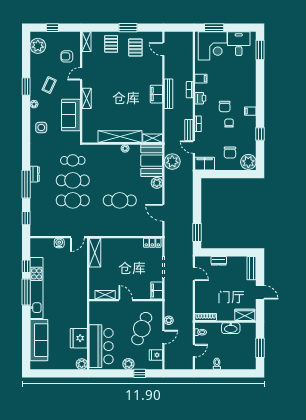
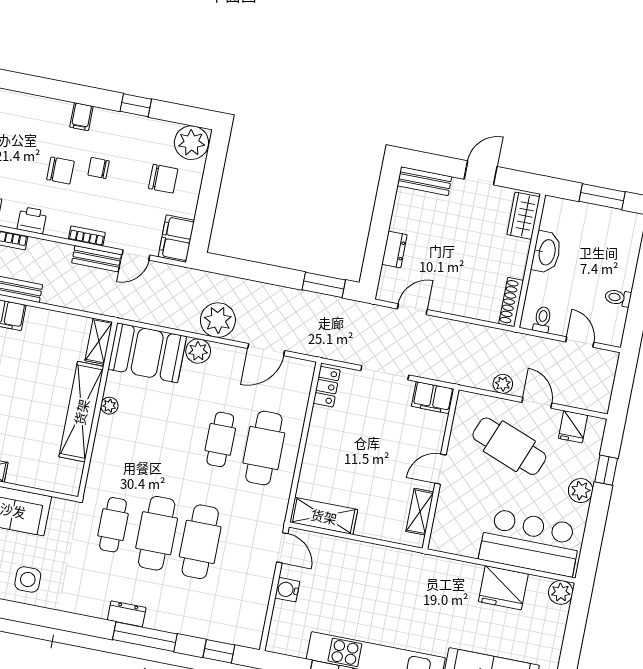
plant: (172, 162) -> (218, 320), moved
cafe table: (120, 200) -> (220, 439), width x0.73, depth x0.74
cafe table: (120, 220) -> (264, 448), added

